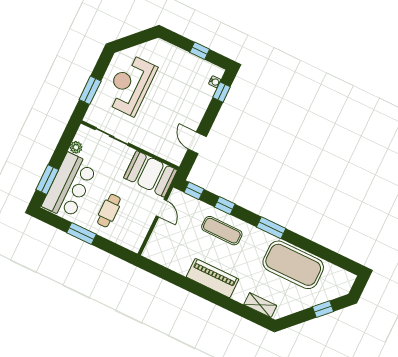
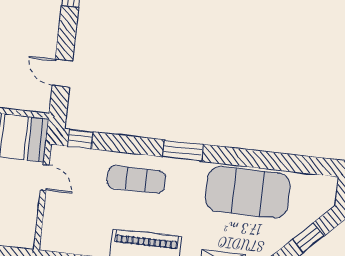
window: (225, 206) -> (129, 144), removed
window: (271, 228) -> (183, 151), moved

